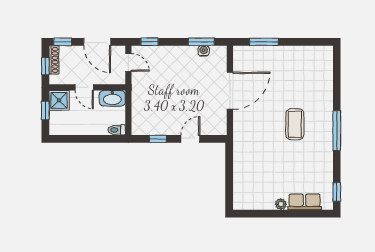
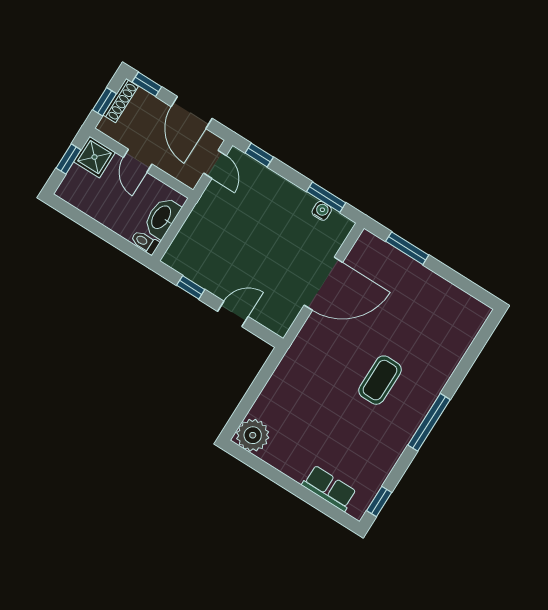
washbasin: (112, 98) -> (162, 218), moved, turned 90
plant: (281, 204) -> (253, 435), moved, width x1.88, depth x1.88

